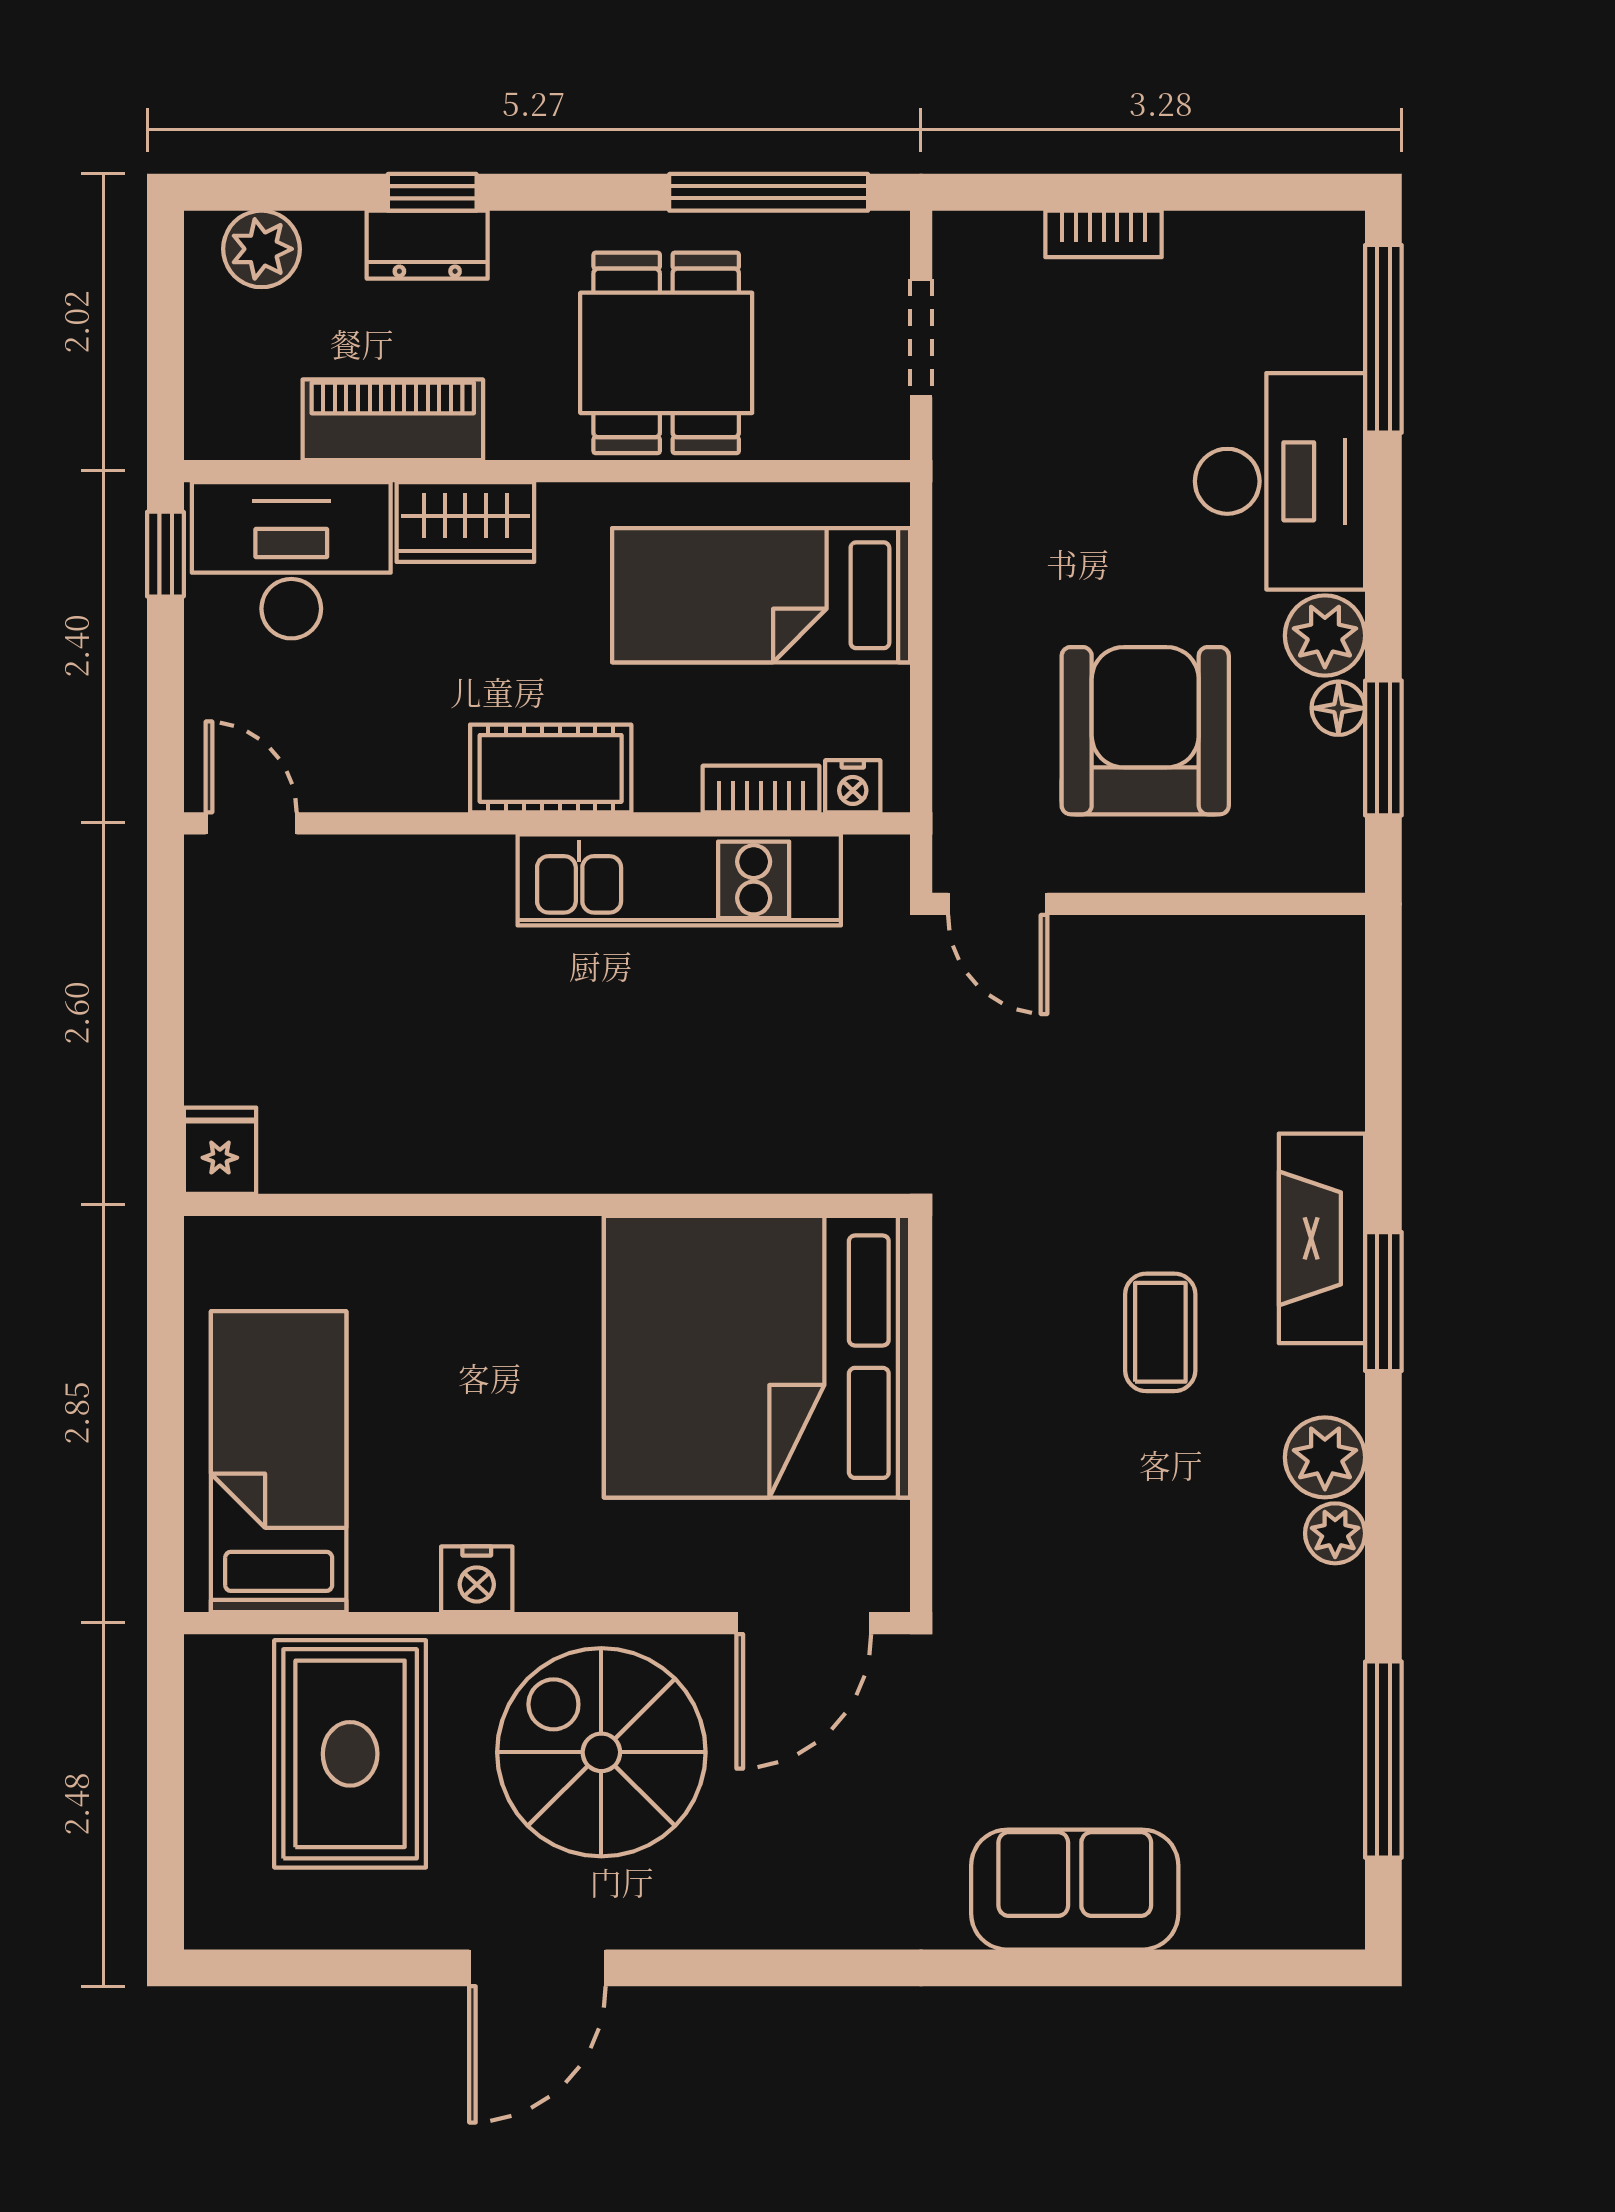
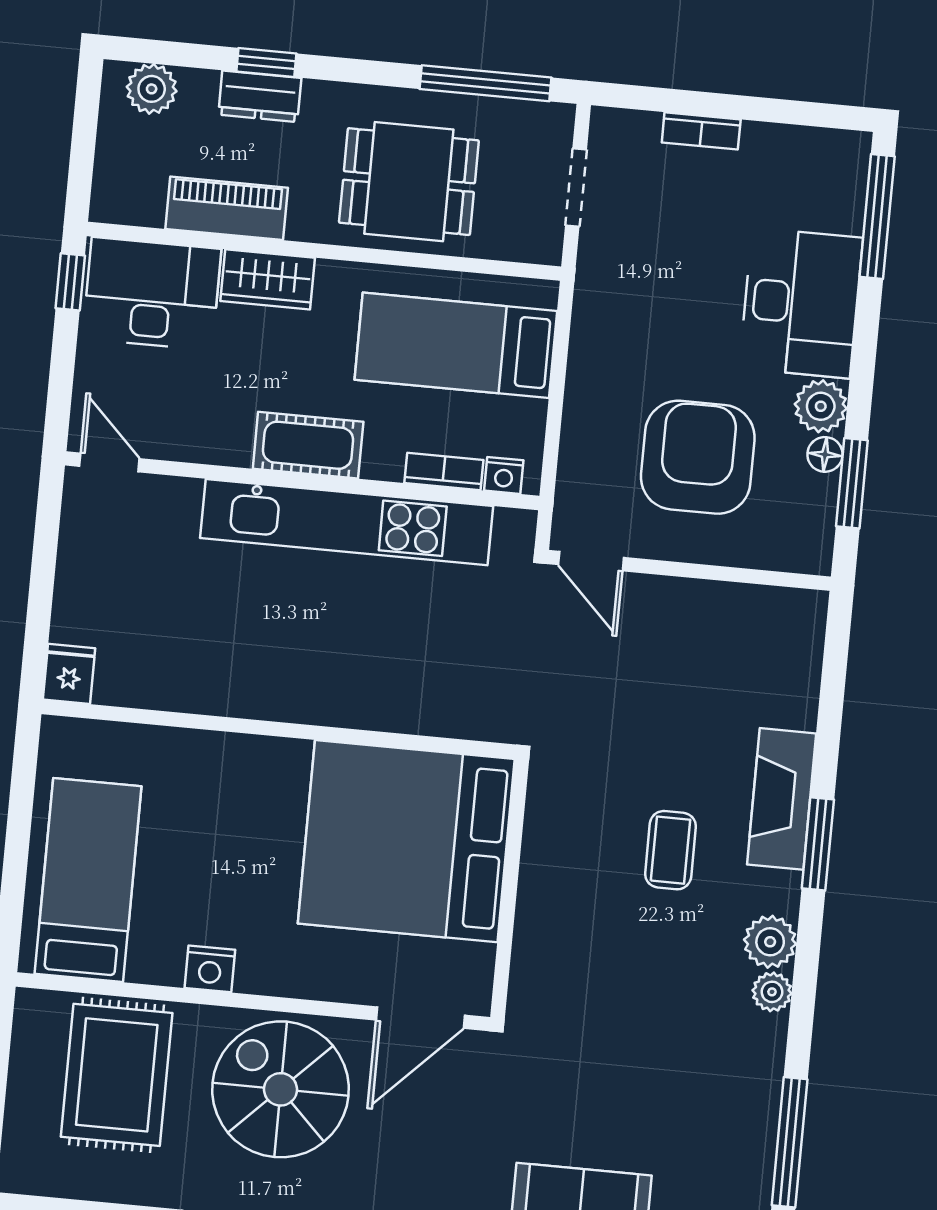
dining table: (666, 353) -> (409, 182), turned 90
kitchen unit: (679, 880) -> (347, 522), width x1.36

